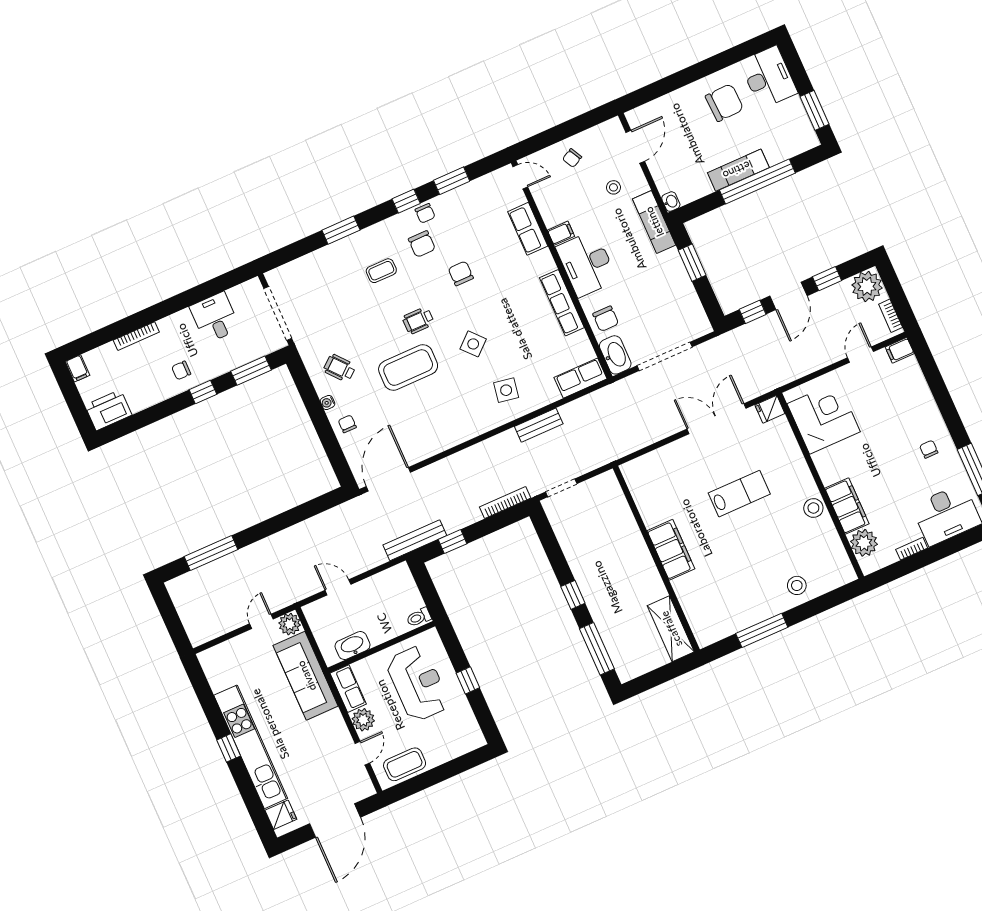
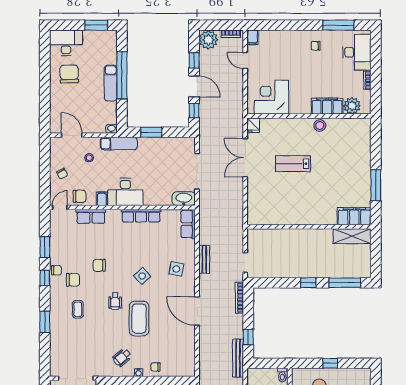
chair: (606, 319) -> (79, 196), moved
door: (388, 479) -> (197, 311), moved
lab bench: (739, 494) -> (293, 164), turned -90
filing cabinet: (671, 550) -> (354, 216), moved
stool: (797, 585) -> (359, 154), removed

